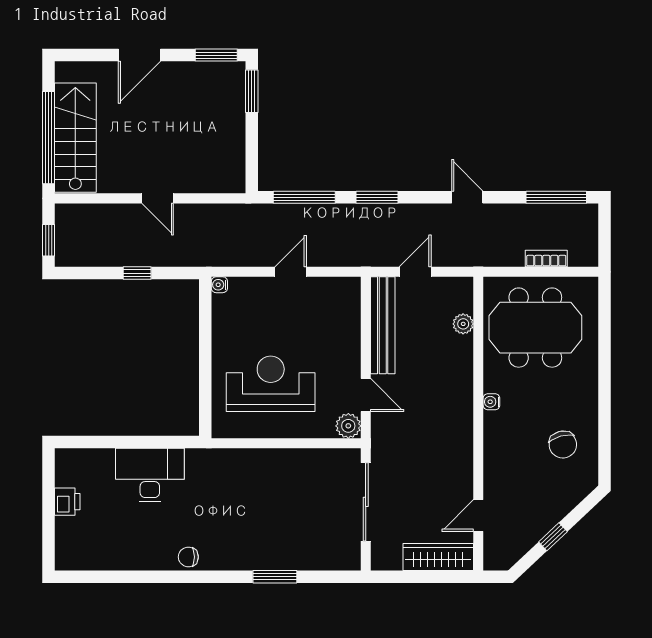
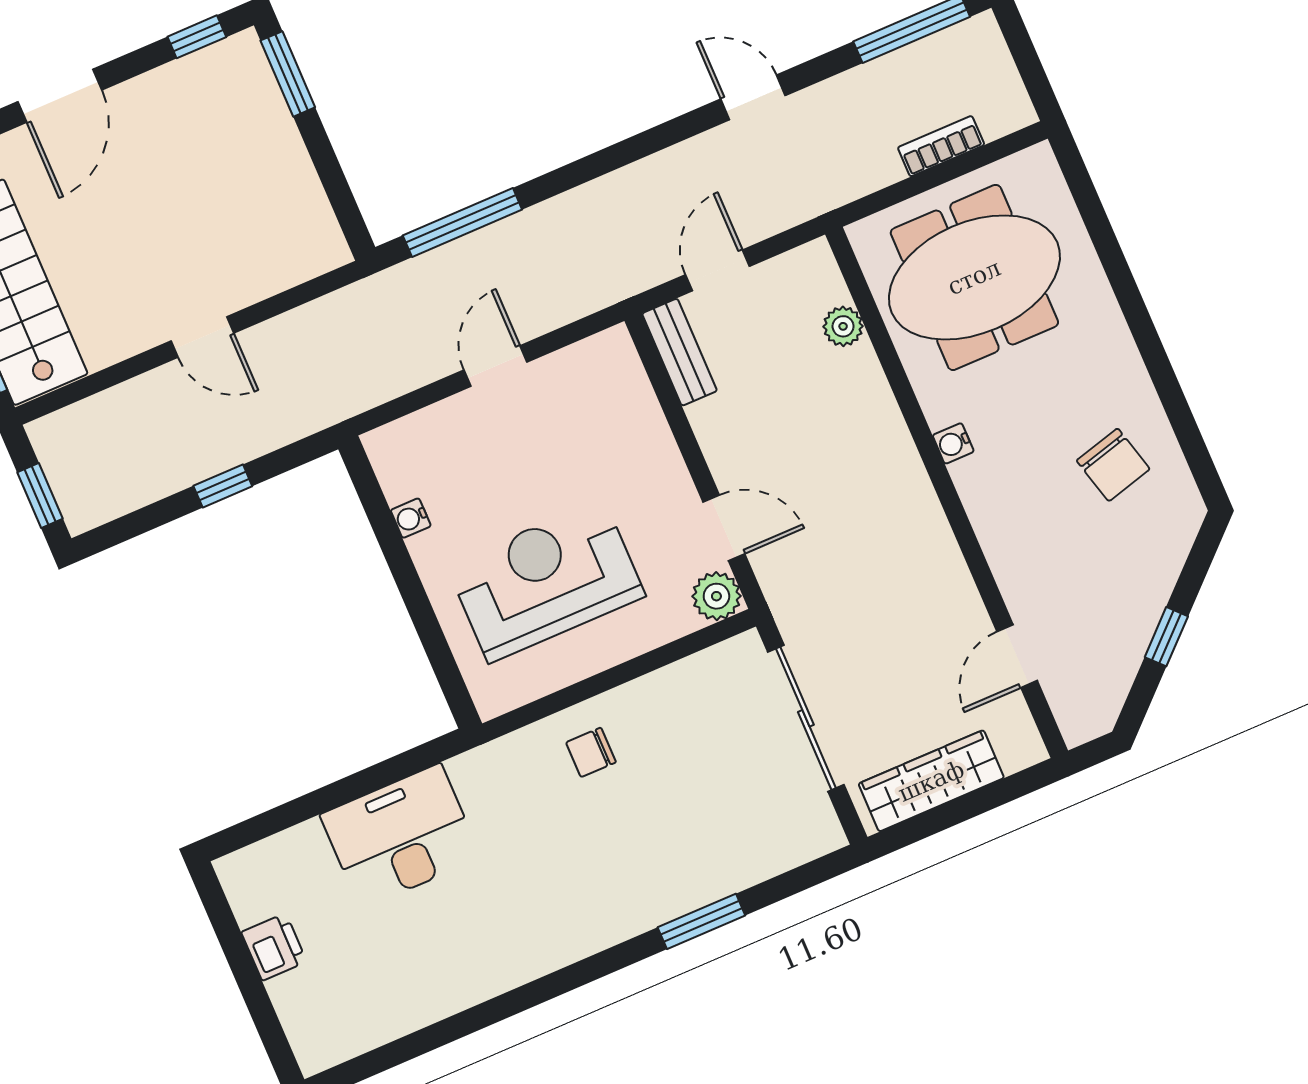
window: (216, 55) -> (197, 37), width x0.67
window: (377, 197) -> (592, 167), removed
water cooler: (219, 285) -> (411, 518), moved
bench: (383, 325) -> (680, 352), width x0.54, depth x0.82
chair: (188, 557) -> (591, 752), moved
wardrobe: (438, 557) -> (931, 781), moved

